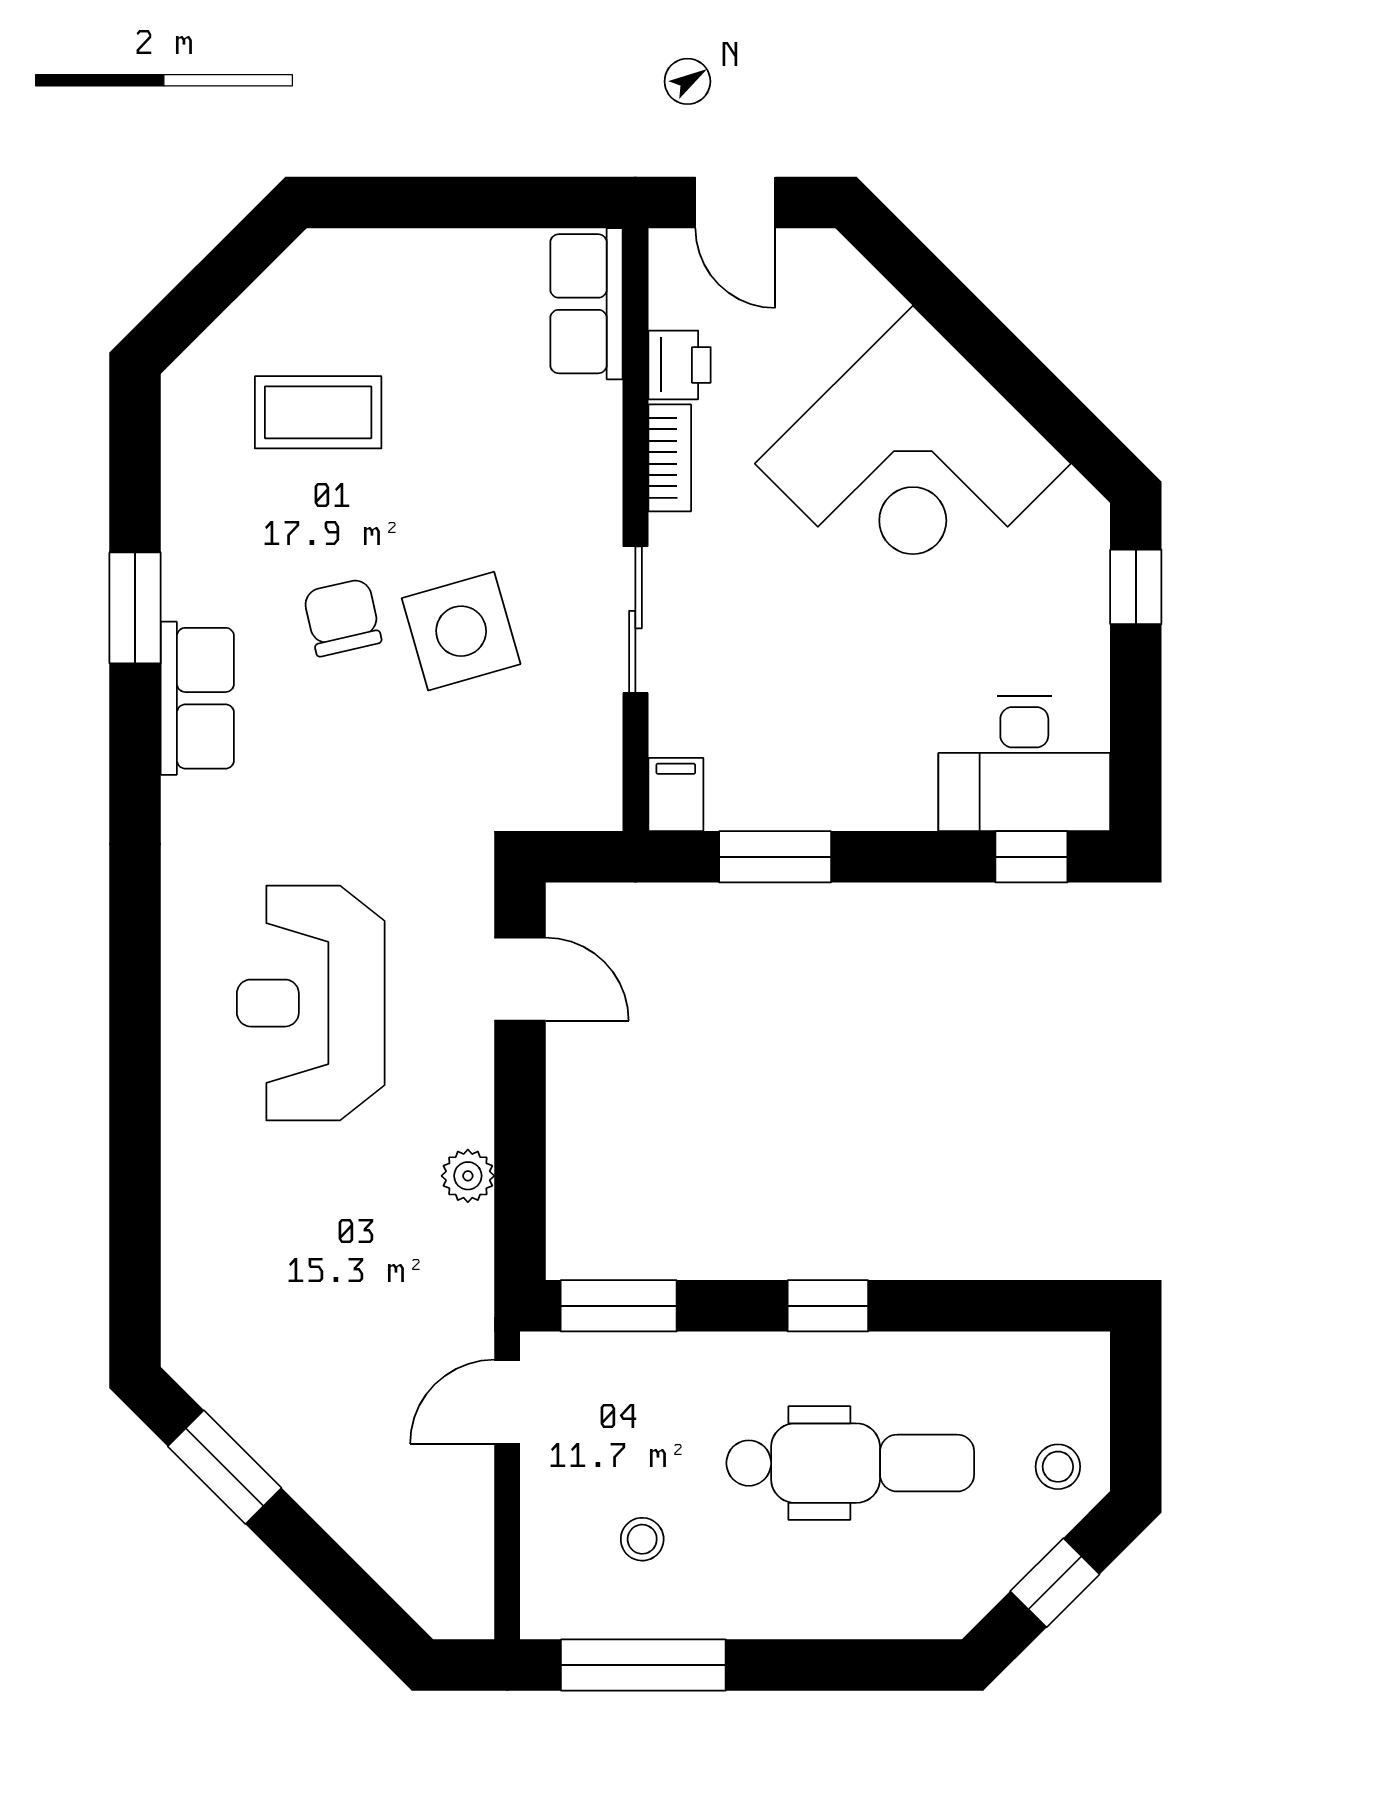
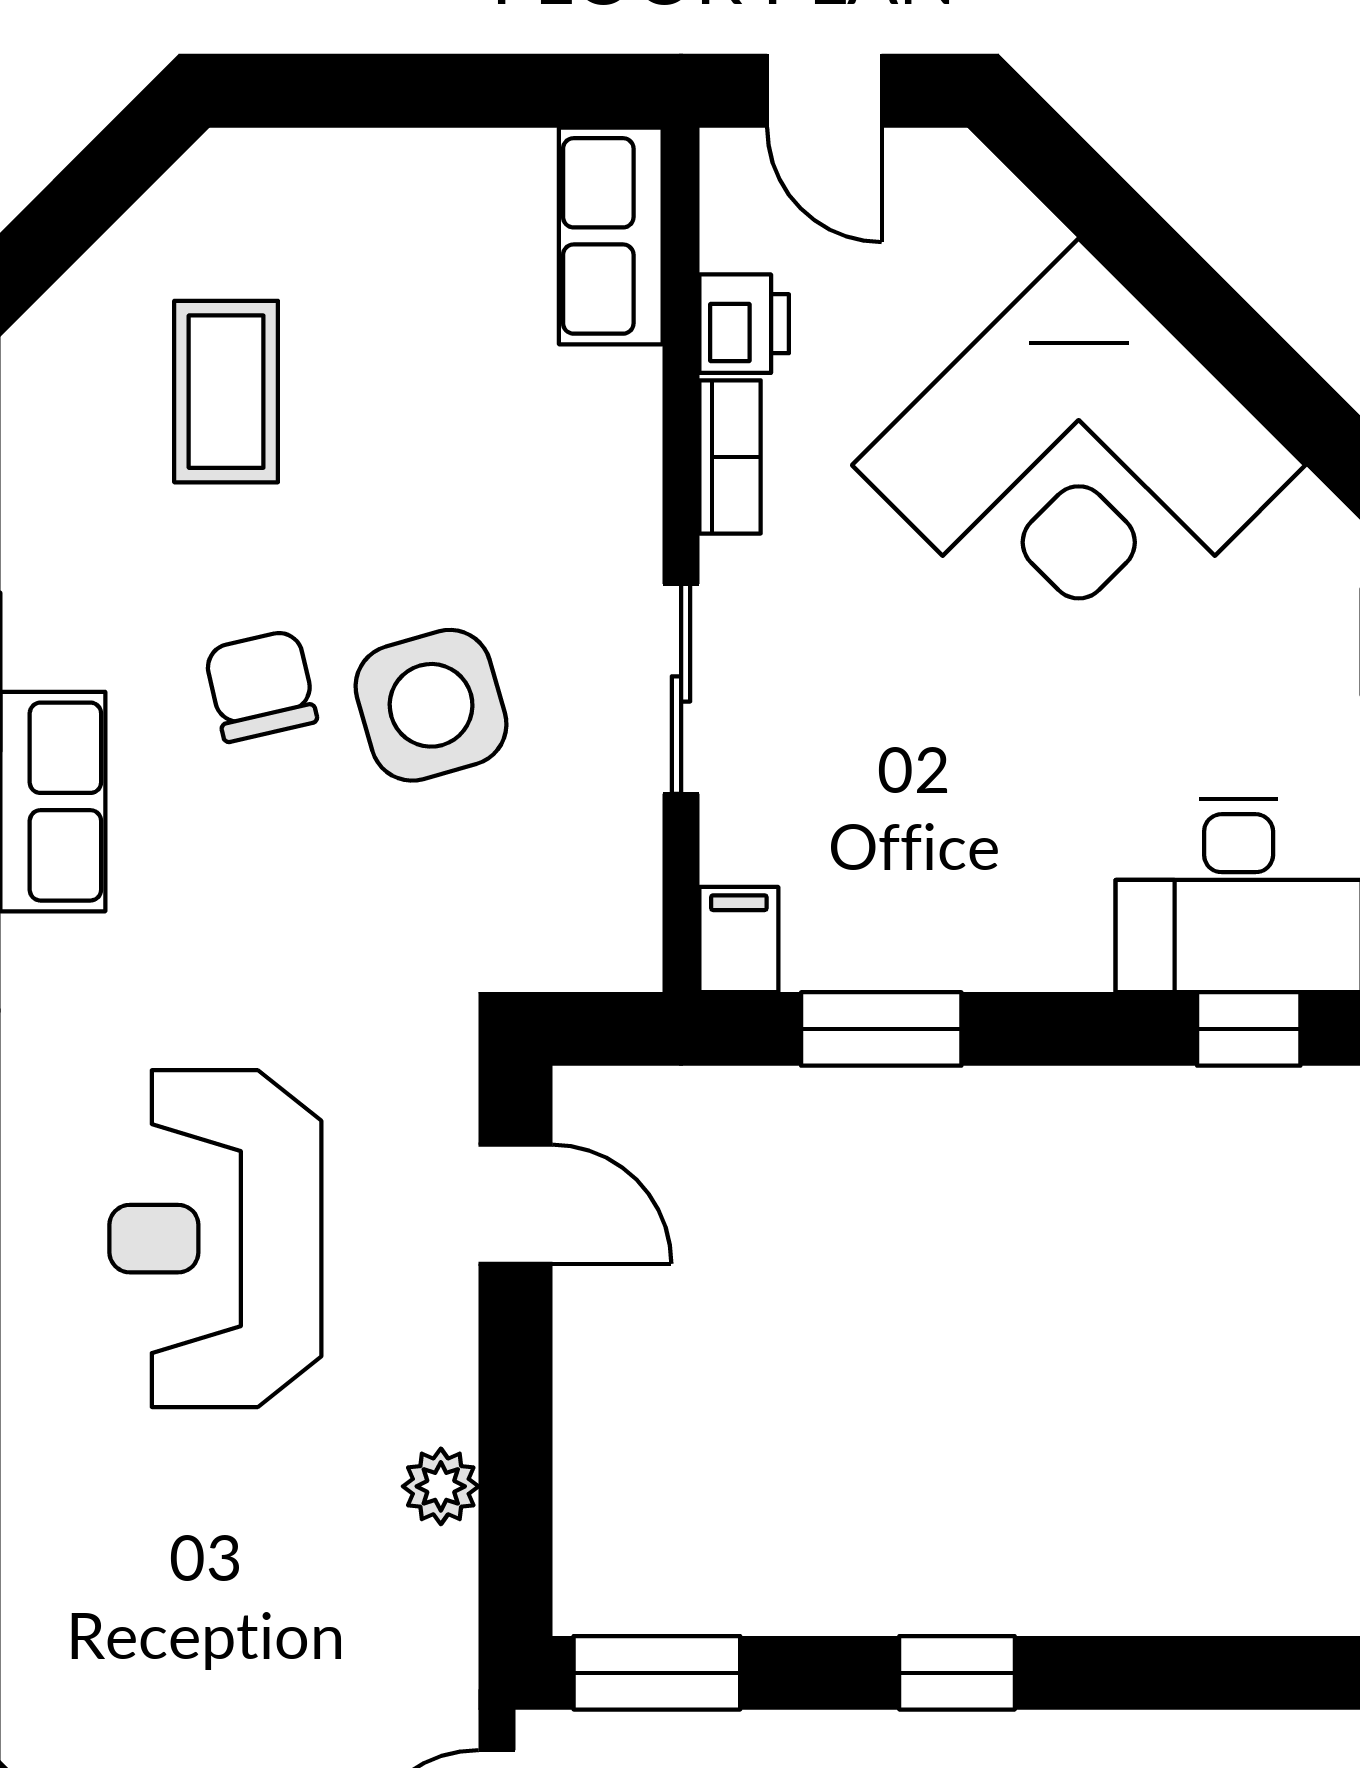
coffee table: (318, 412) -> (226, 392), turned 90

